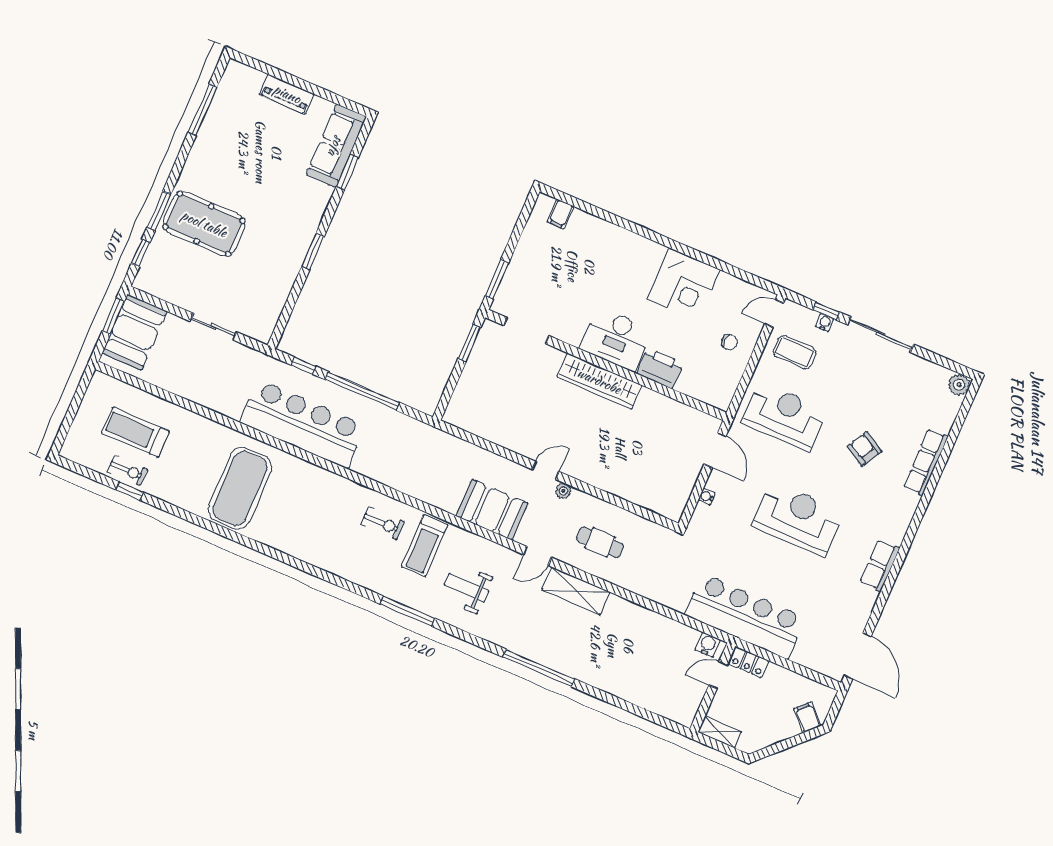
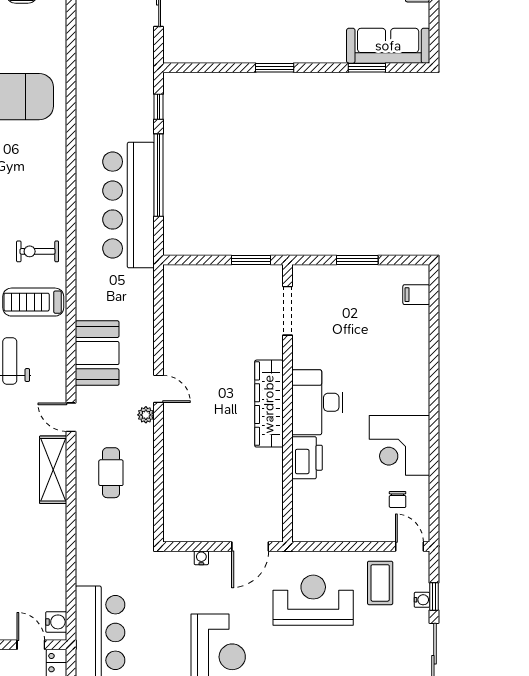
window: (497, 279) -> (357, 260), moved
chair: (729, 342) -> (398, 500), moved
reception desk: (785, 416) -> (313, 600), turned -90
bar counter: (303, 424) -> (128, 205), moved, turned 180
exercise bike: (383, 523) -> (38, 251), turned 90

